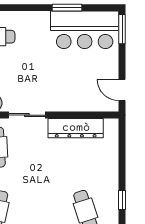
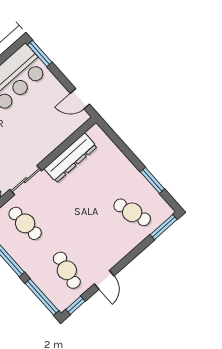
window: (122, 200) -> (152, 180), width x1.50

